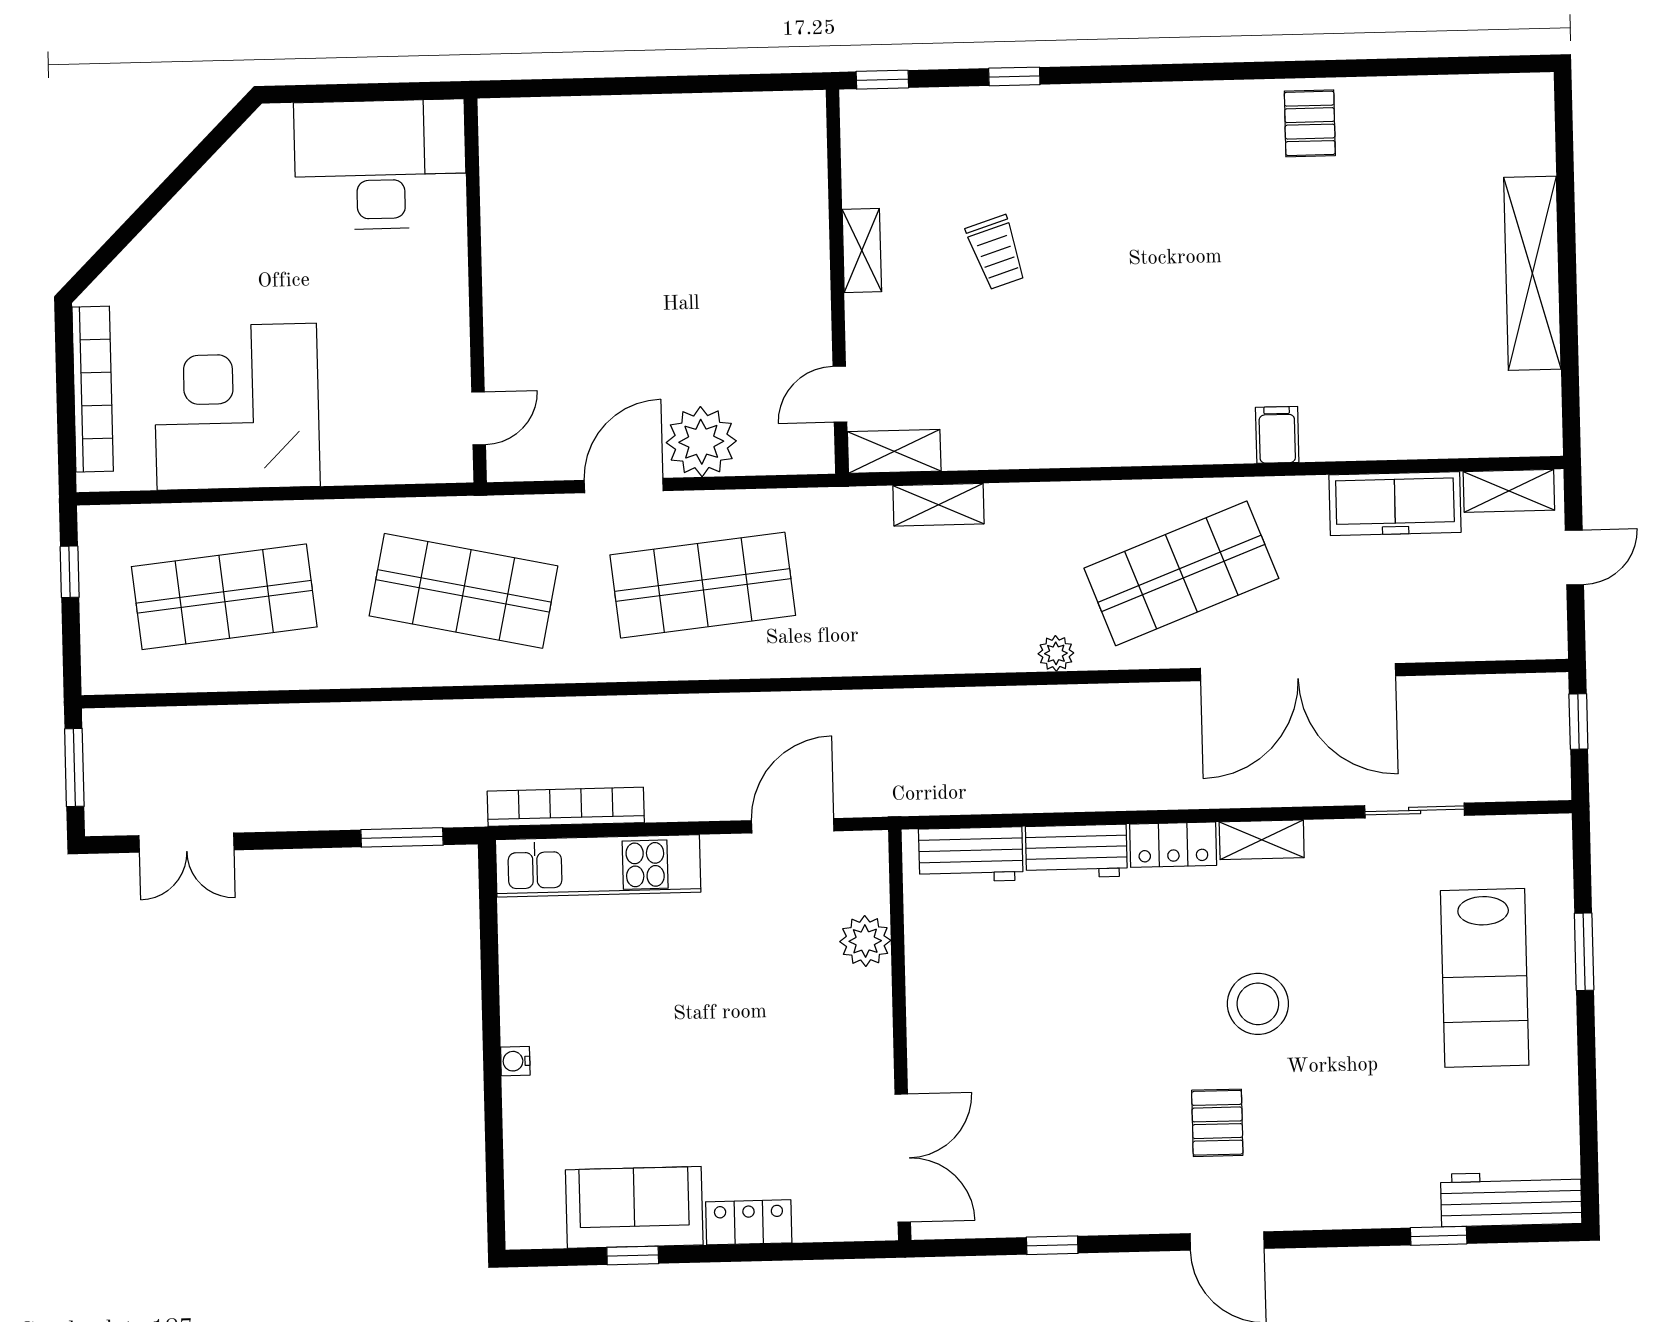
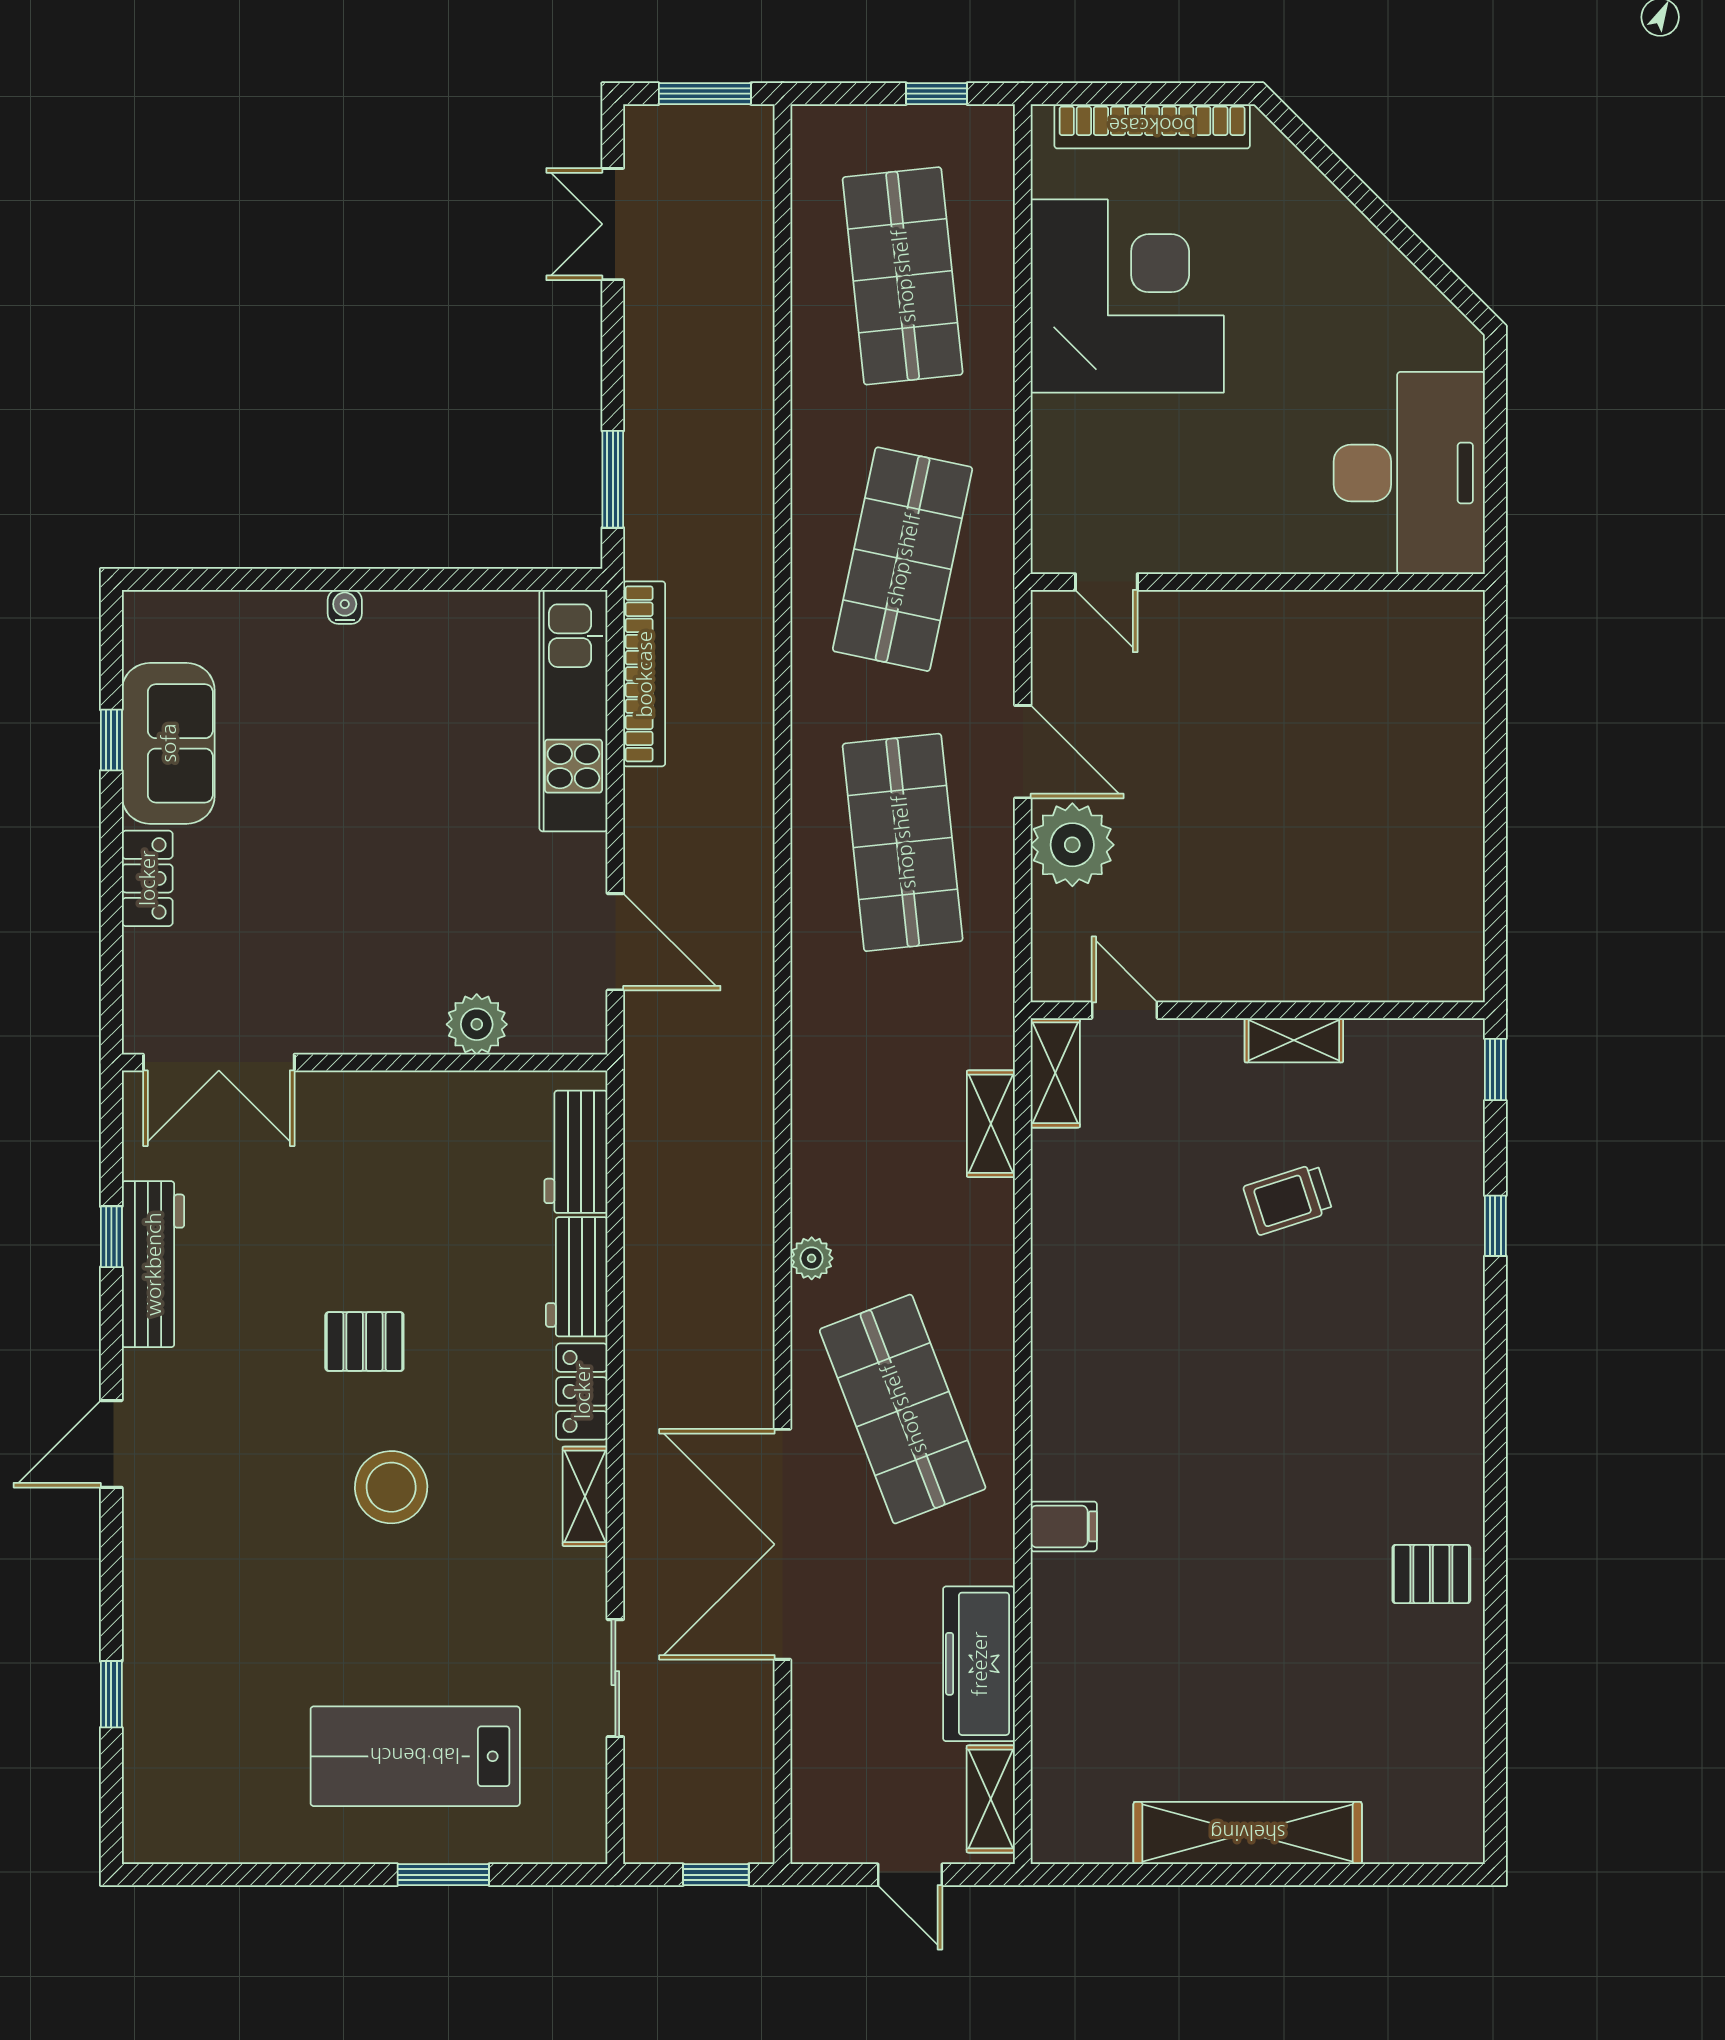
pallet: (1217, 1123) -> (364, 1342), moved
workbench: (1511, 1199) -> (153, 1264), moved

